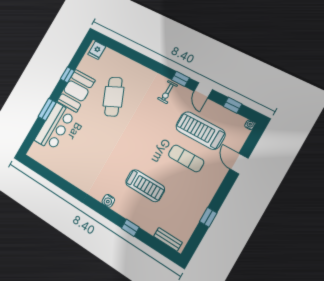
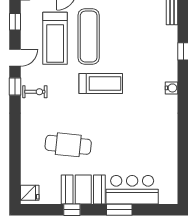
cafe table: (113, 97) -> (68, 145), turned 30
exercise mat: (186, 158) -> (89, 37), width x1.36, depth x1.45
treadmill: (145, 186) -> (101, 83), moved, turned 90

